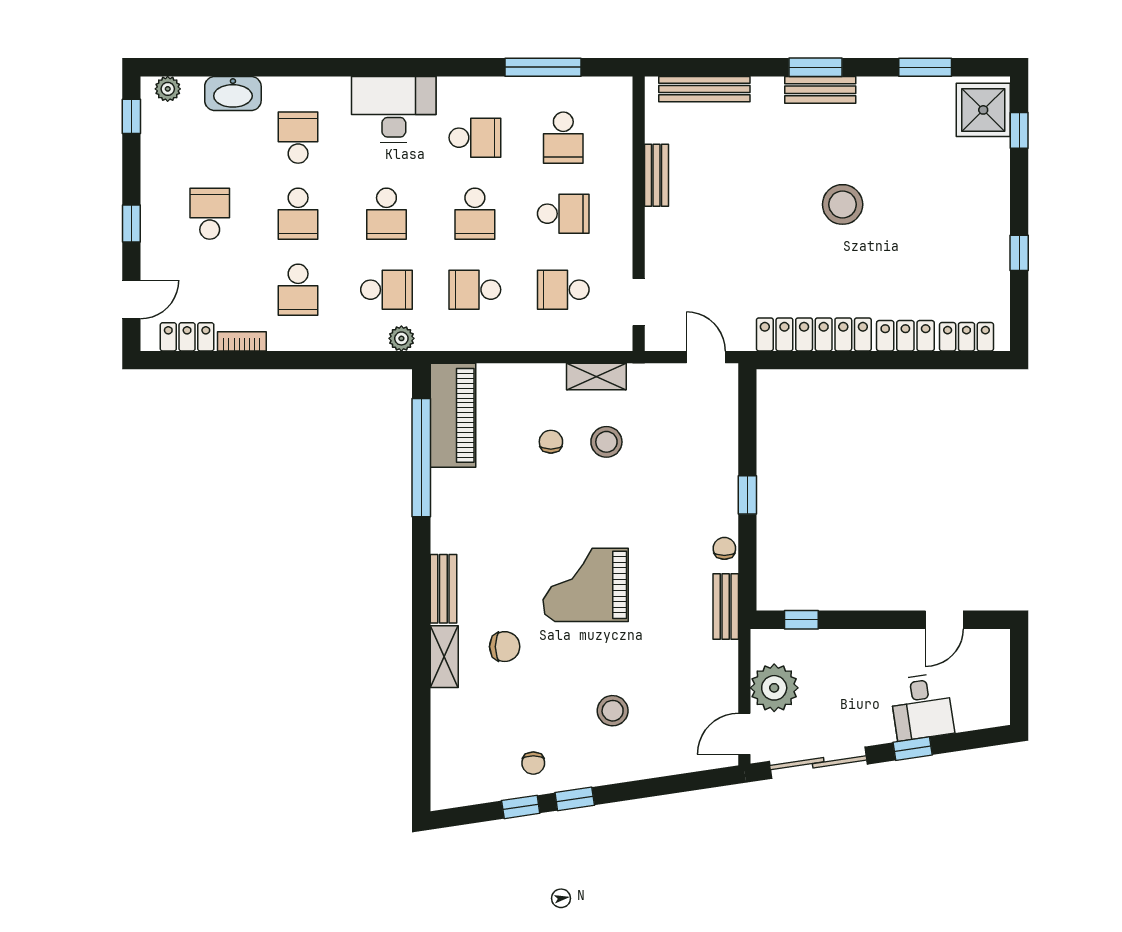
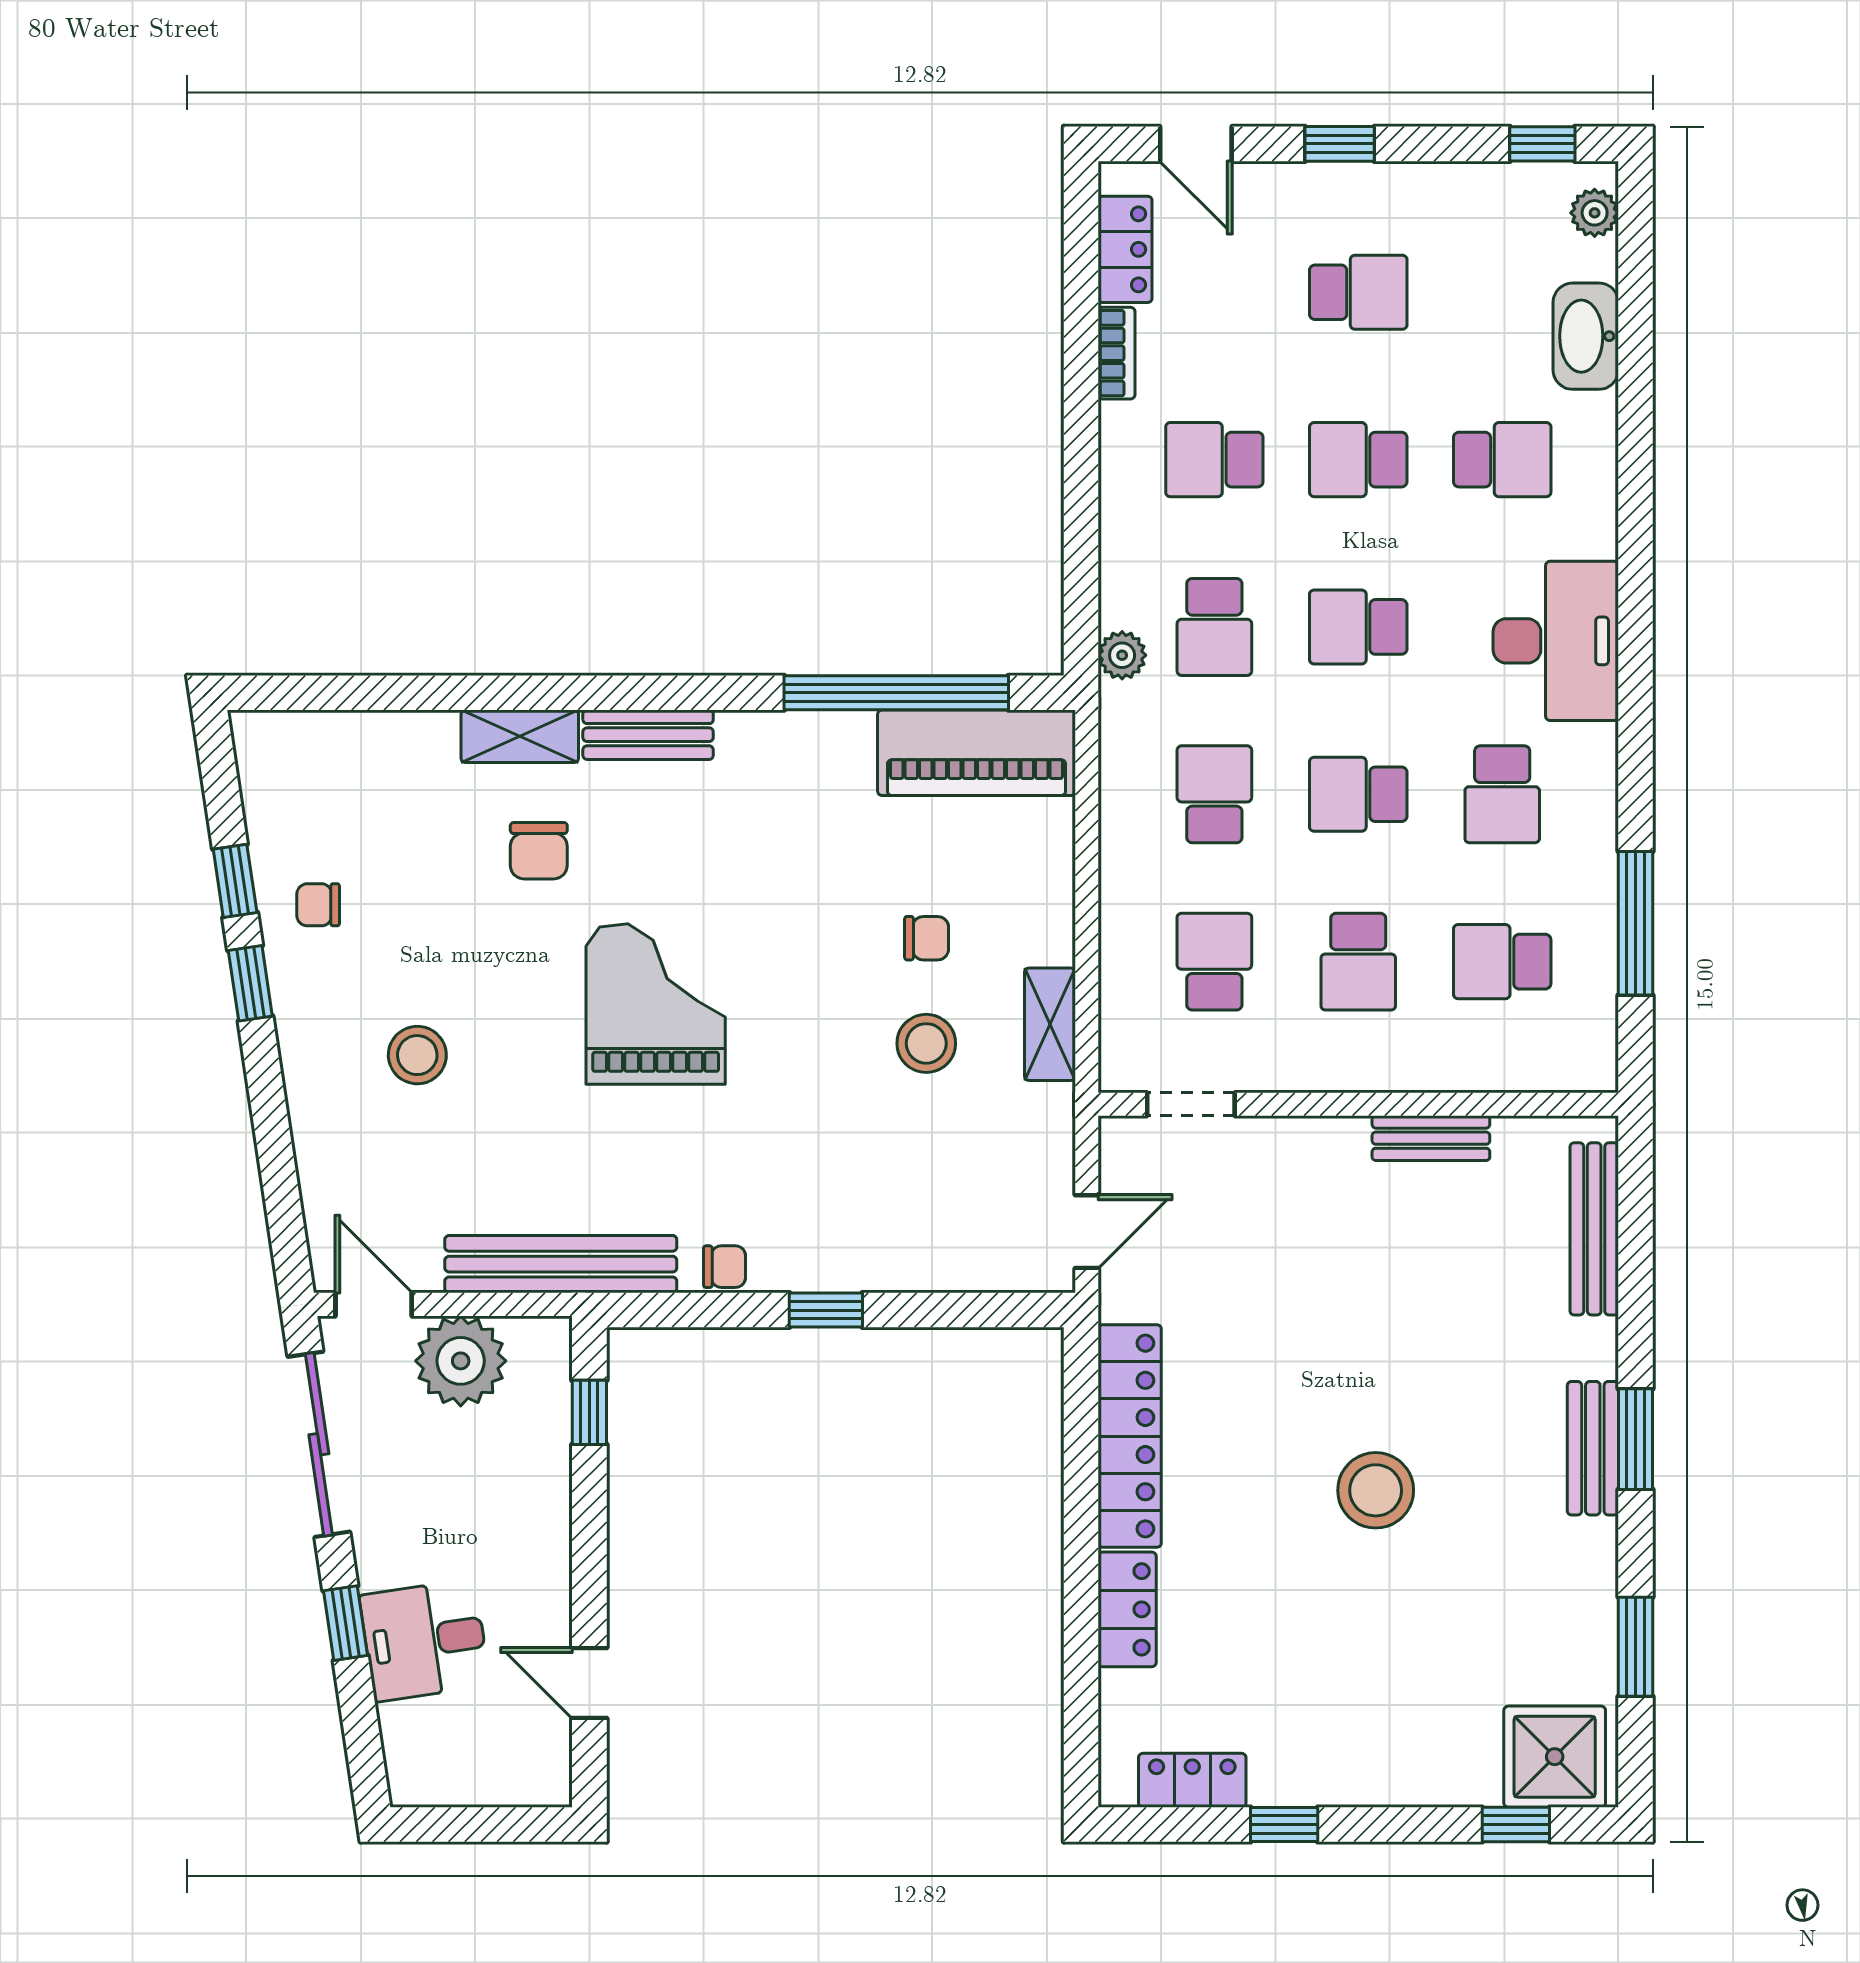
locker: (966, 337) -> (1192, 1780), moved, turned -90
bench: (726, 607) -> (561, 1264), width x1.86, depth x1.21

